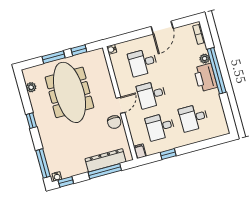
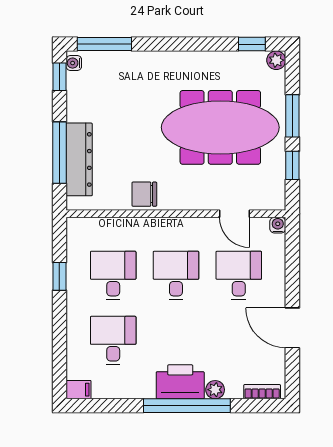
plant: (31, 87) -> (276, 60), moved
door: (120, 105) -> (235, 214), moved
window: (31, 121) -> (252, 44), moved
filing cabinet: (140, 151) -> (79, 390), moved

